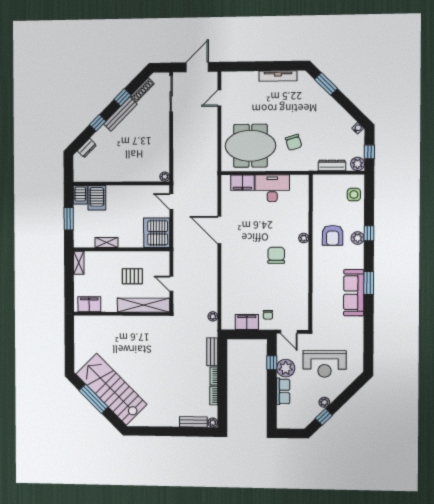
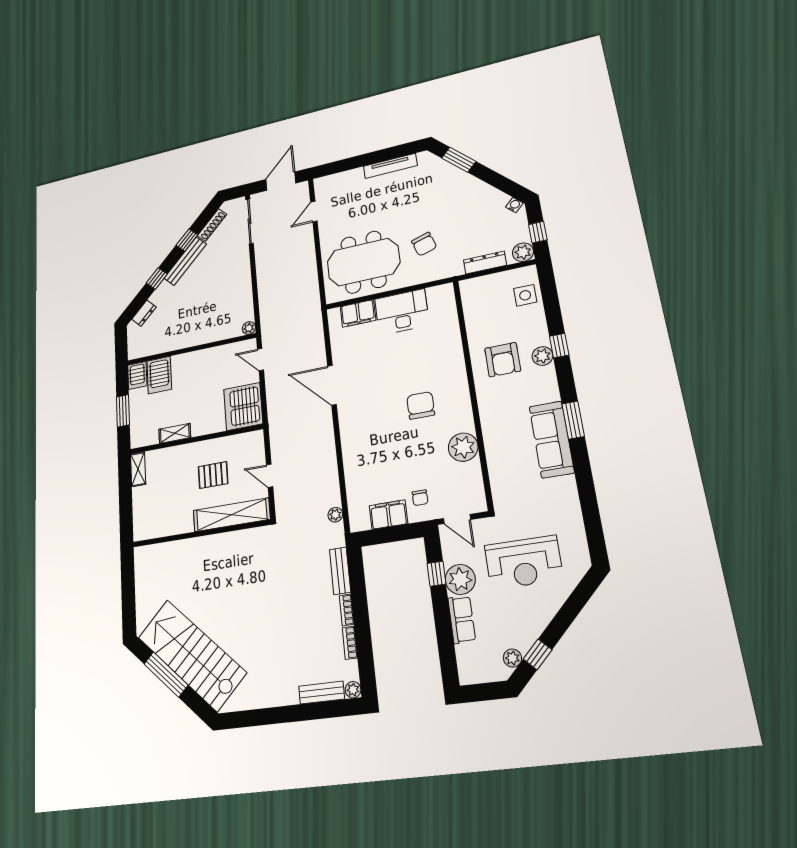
plant: (304, 238) -> (463, 447), moved, width x1.88, depth x1.88
filing cabinet: (89, 304) -> (154, 527), removed
plant: (324, 402) -> (512, 658), moved

